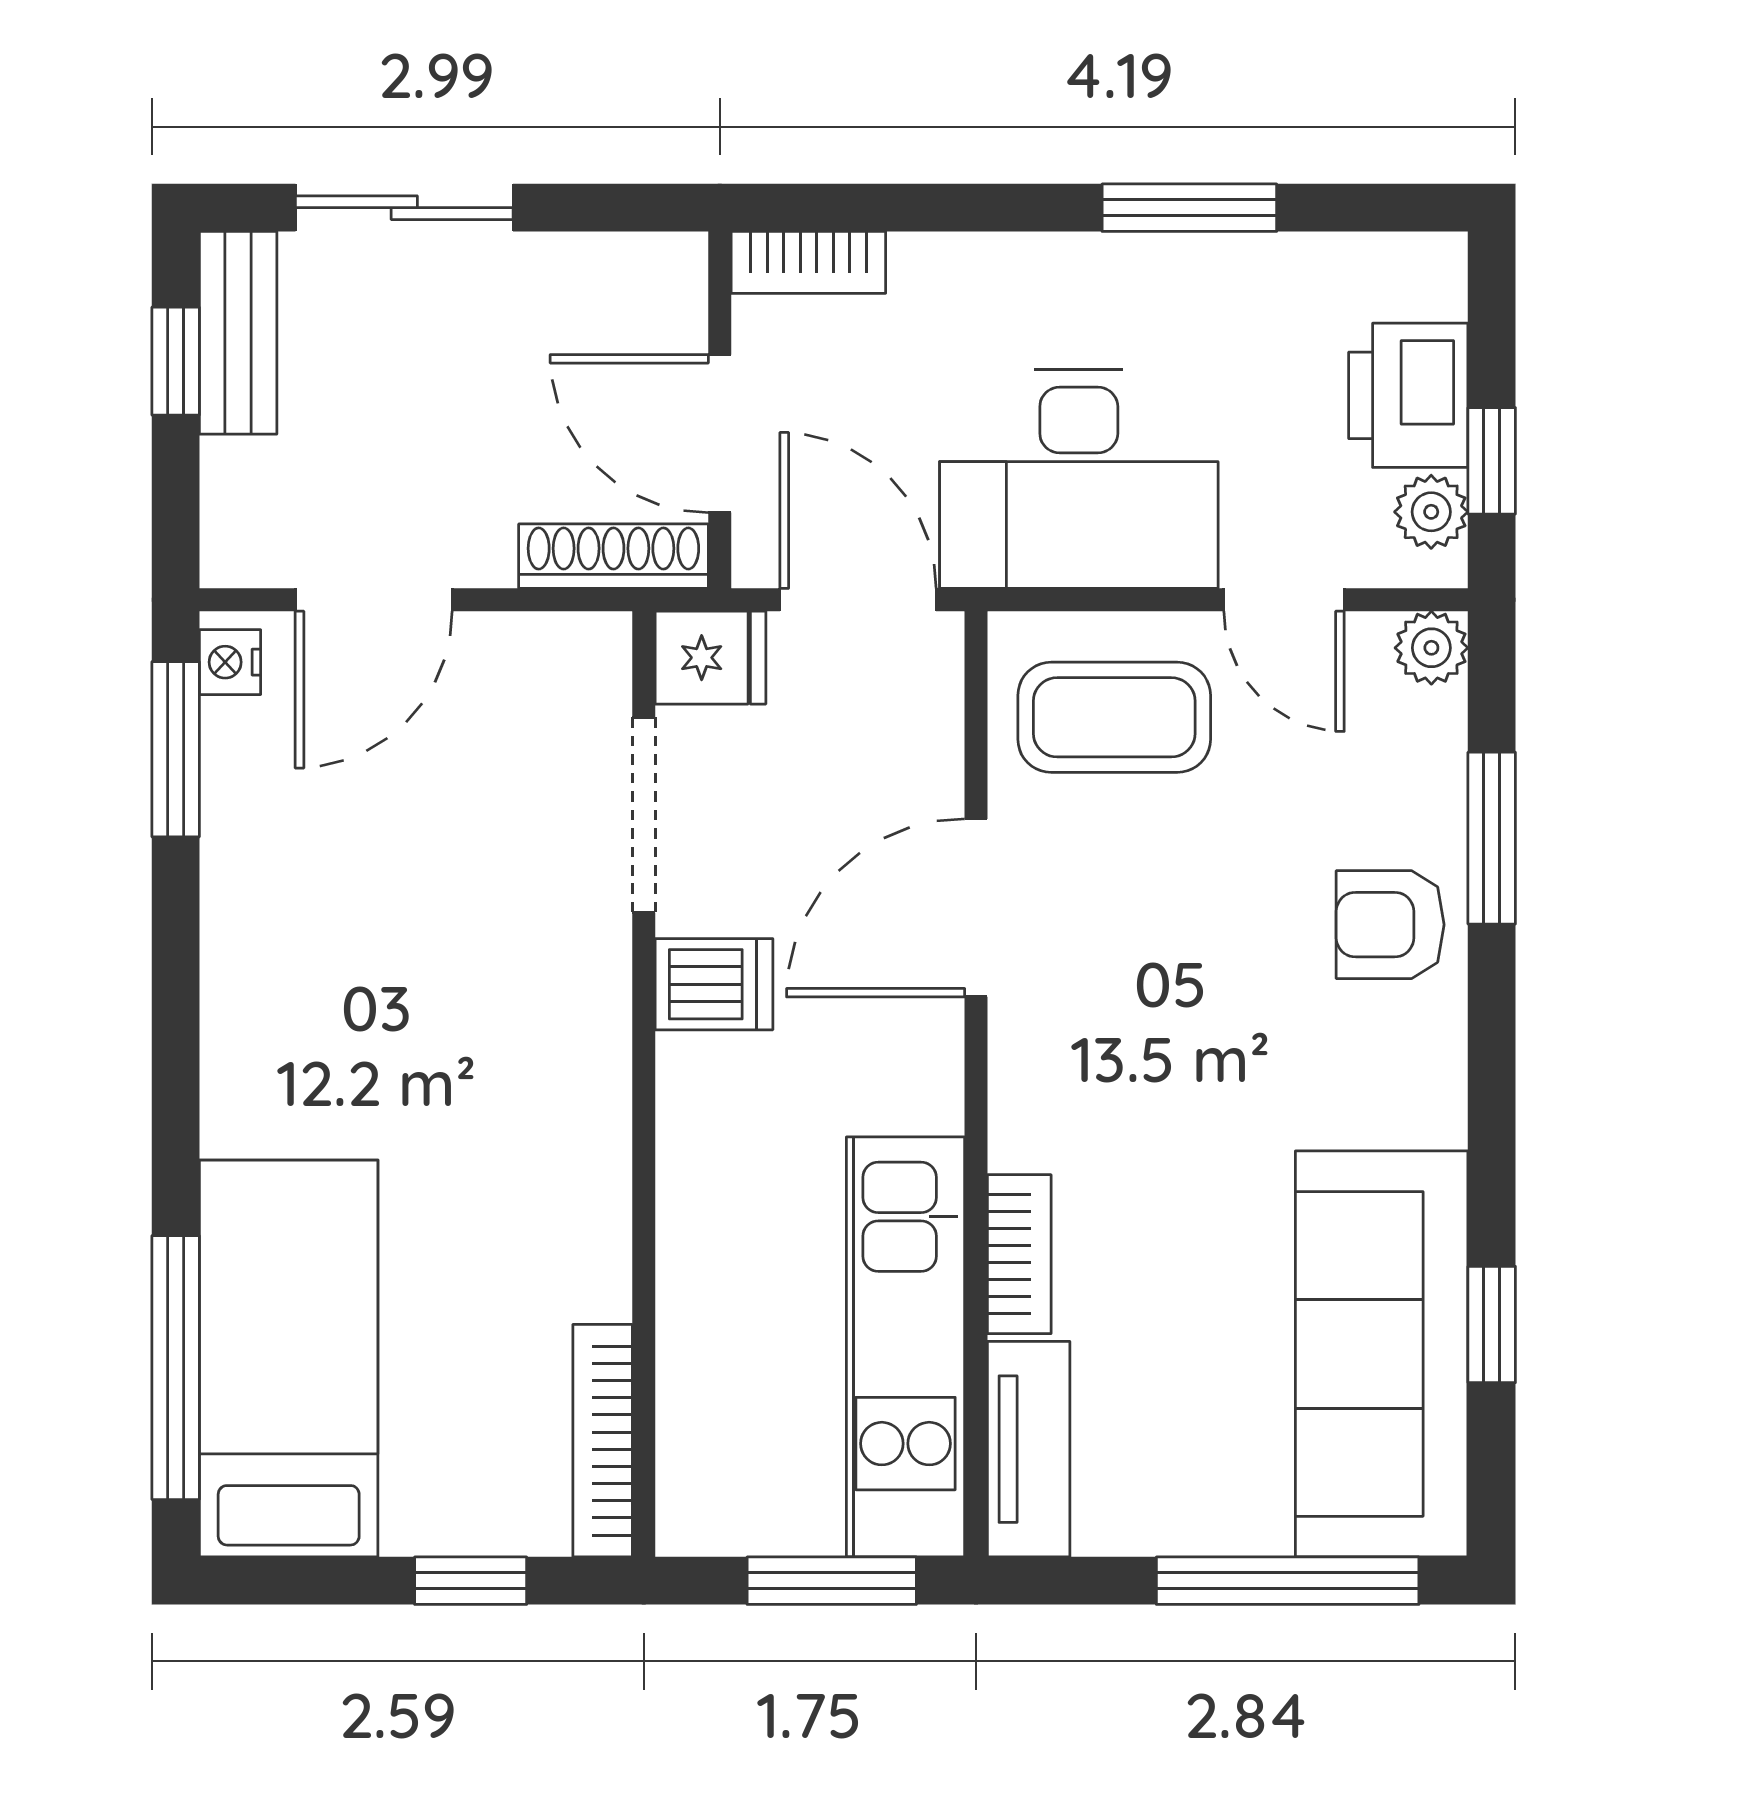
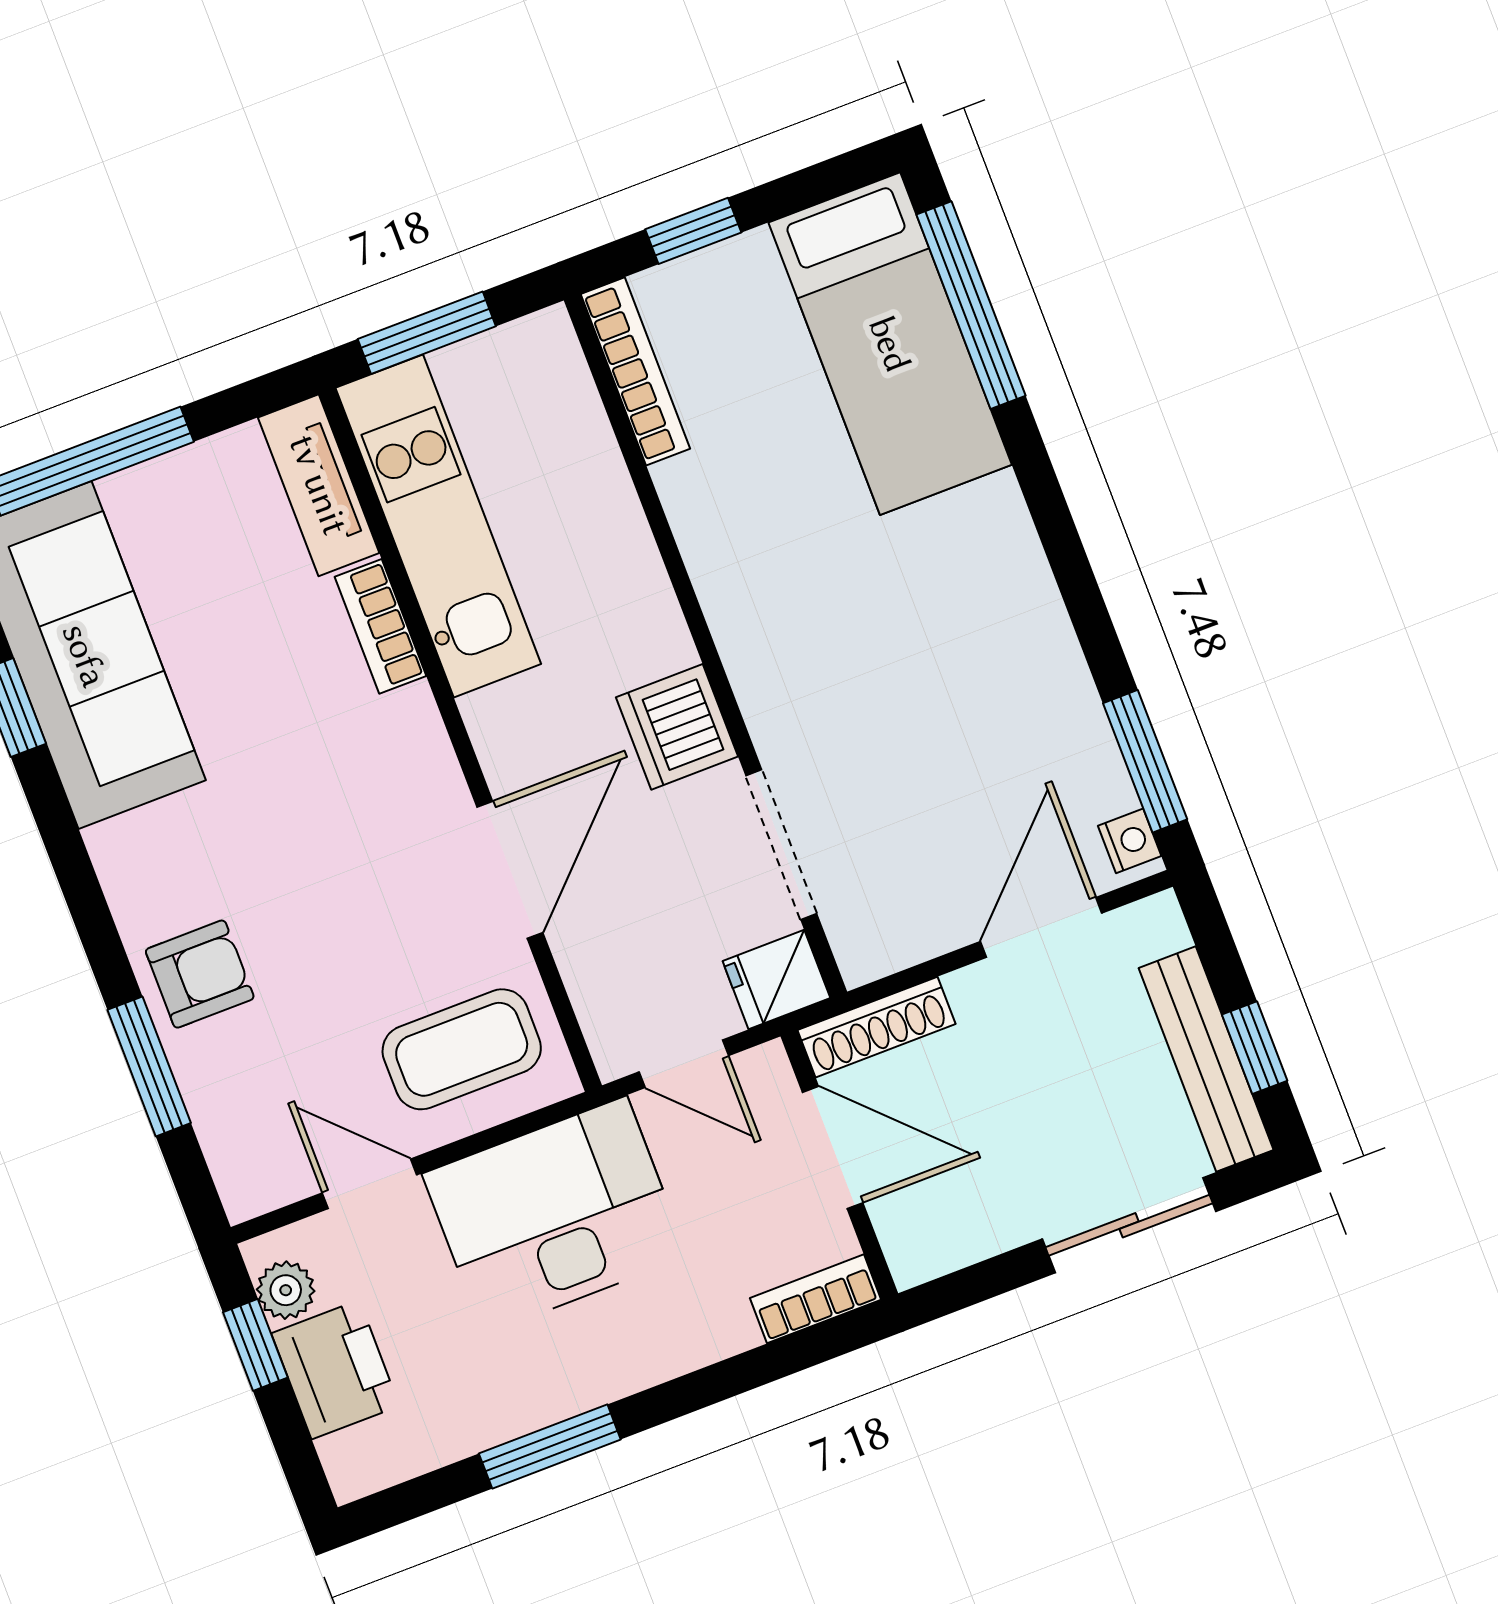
bench: (238, 333) -> (1206, 1059), width x1.36
door: (858, 600) -> (684, 1064), width x0.73
plant: (1431, 648) -> (247, 1190), removed
dishwasher: (714, 984) -> (677, 727), width x1.38

